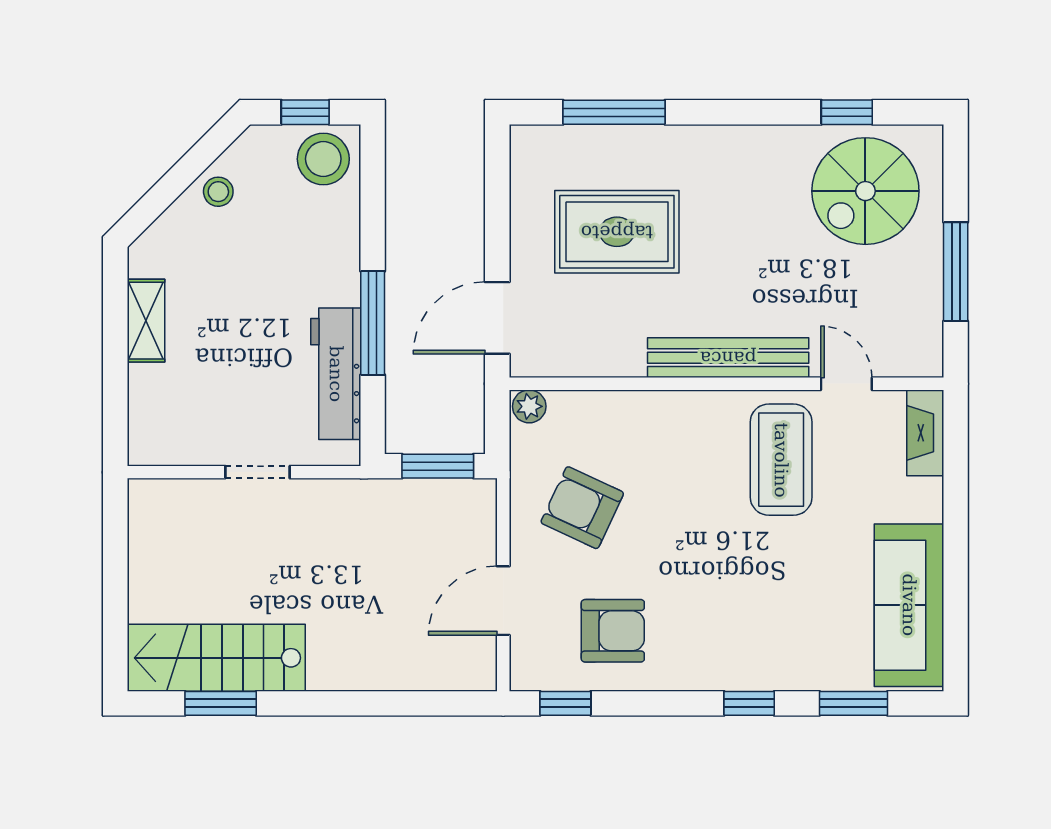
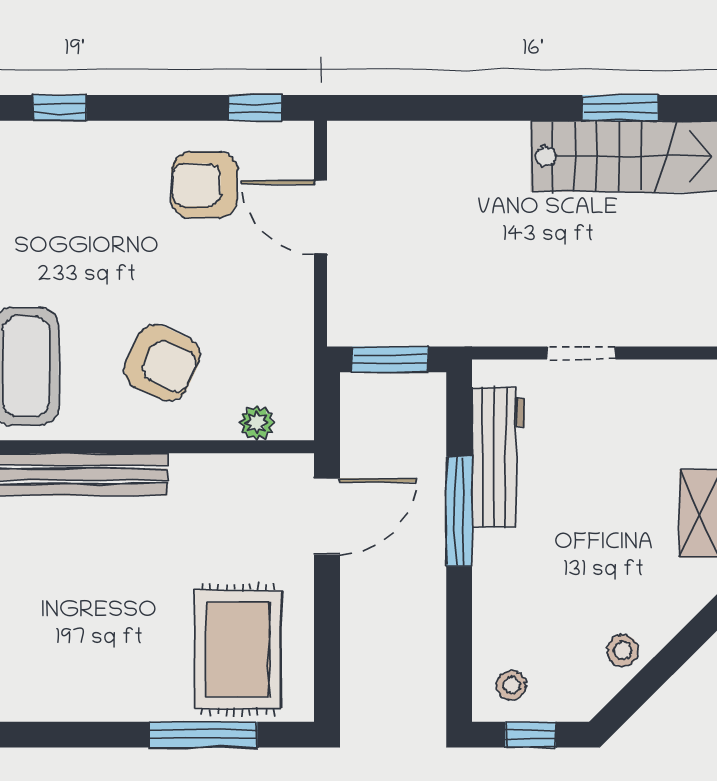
stool: (323, 159) -> (511, 685), width x0.53, depth x0.53
rug: (617, 232) -> (238, 649), moved, turned 90
plant: (529, 406) -> (257, 423), moved
armchair: (582, 508) -> (162, 363), moved
door: (503, 601) -> (321, 217), swing flipped

